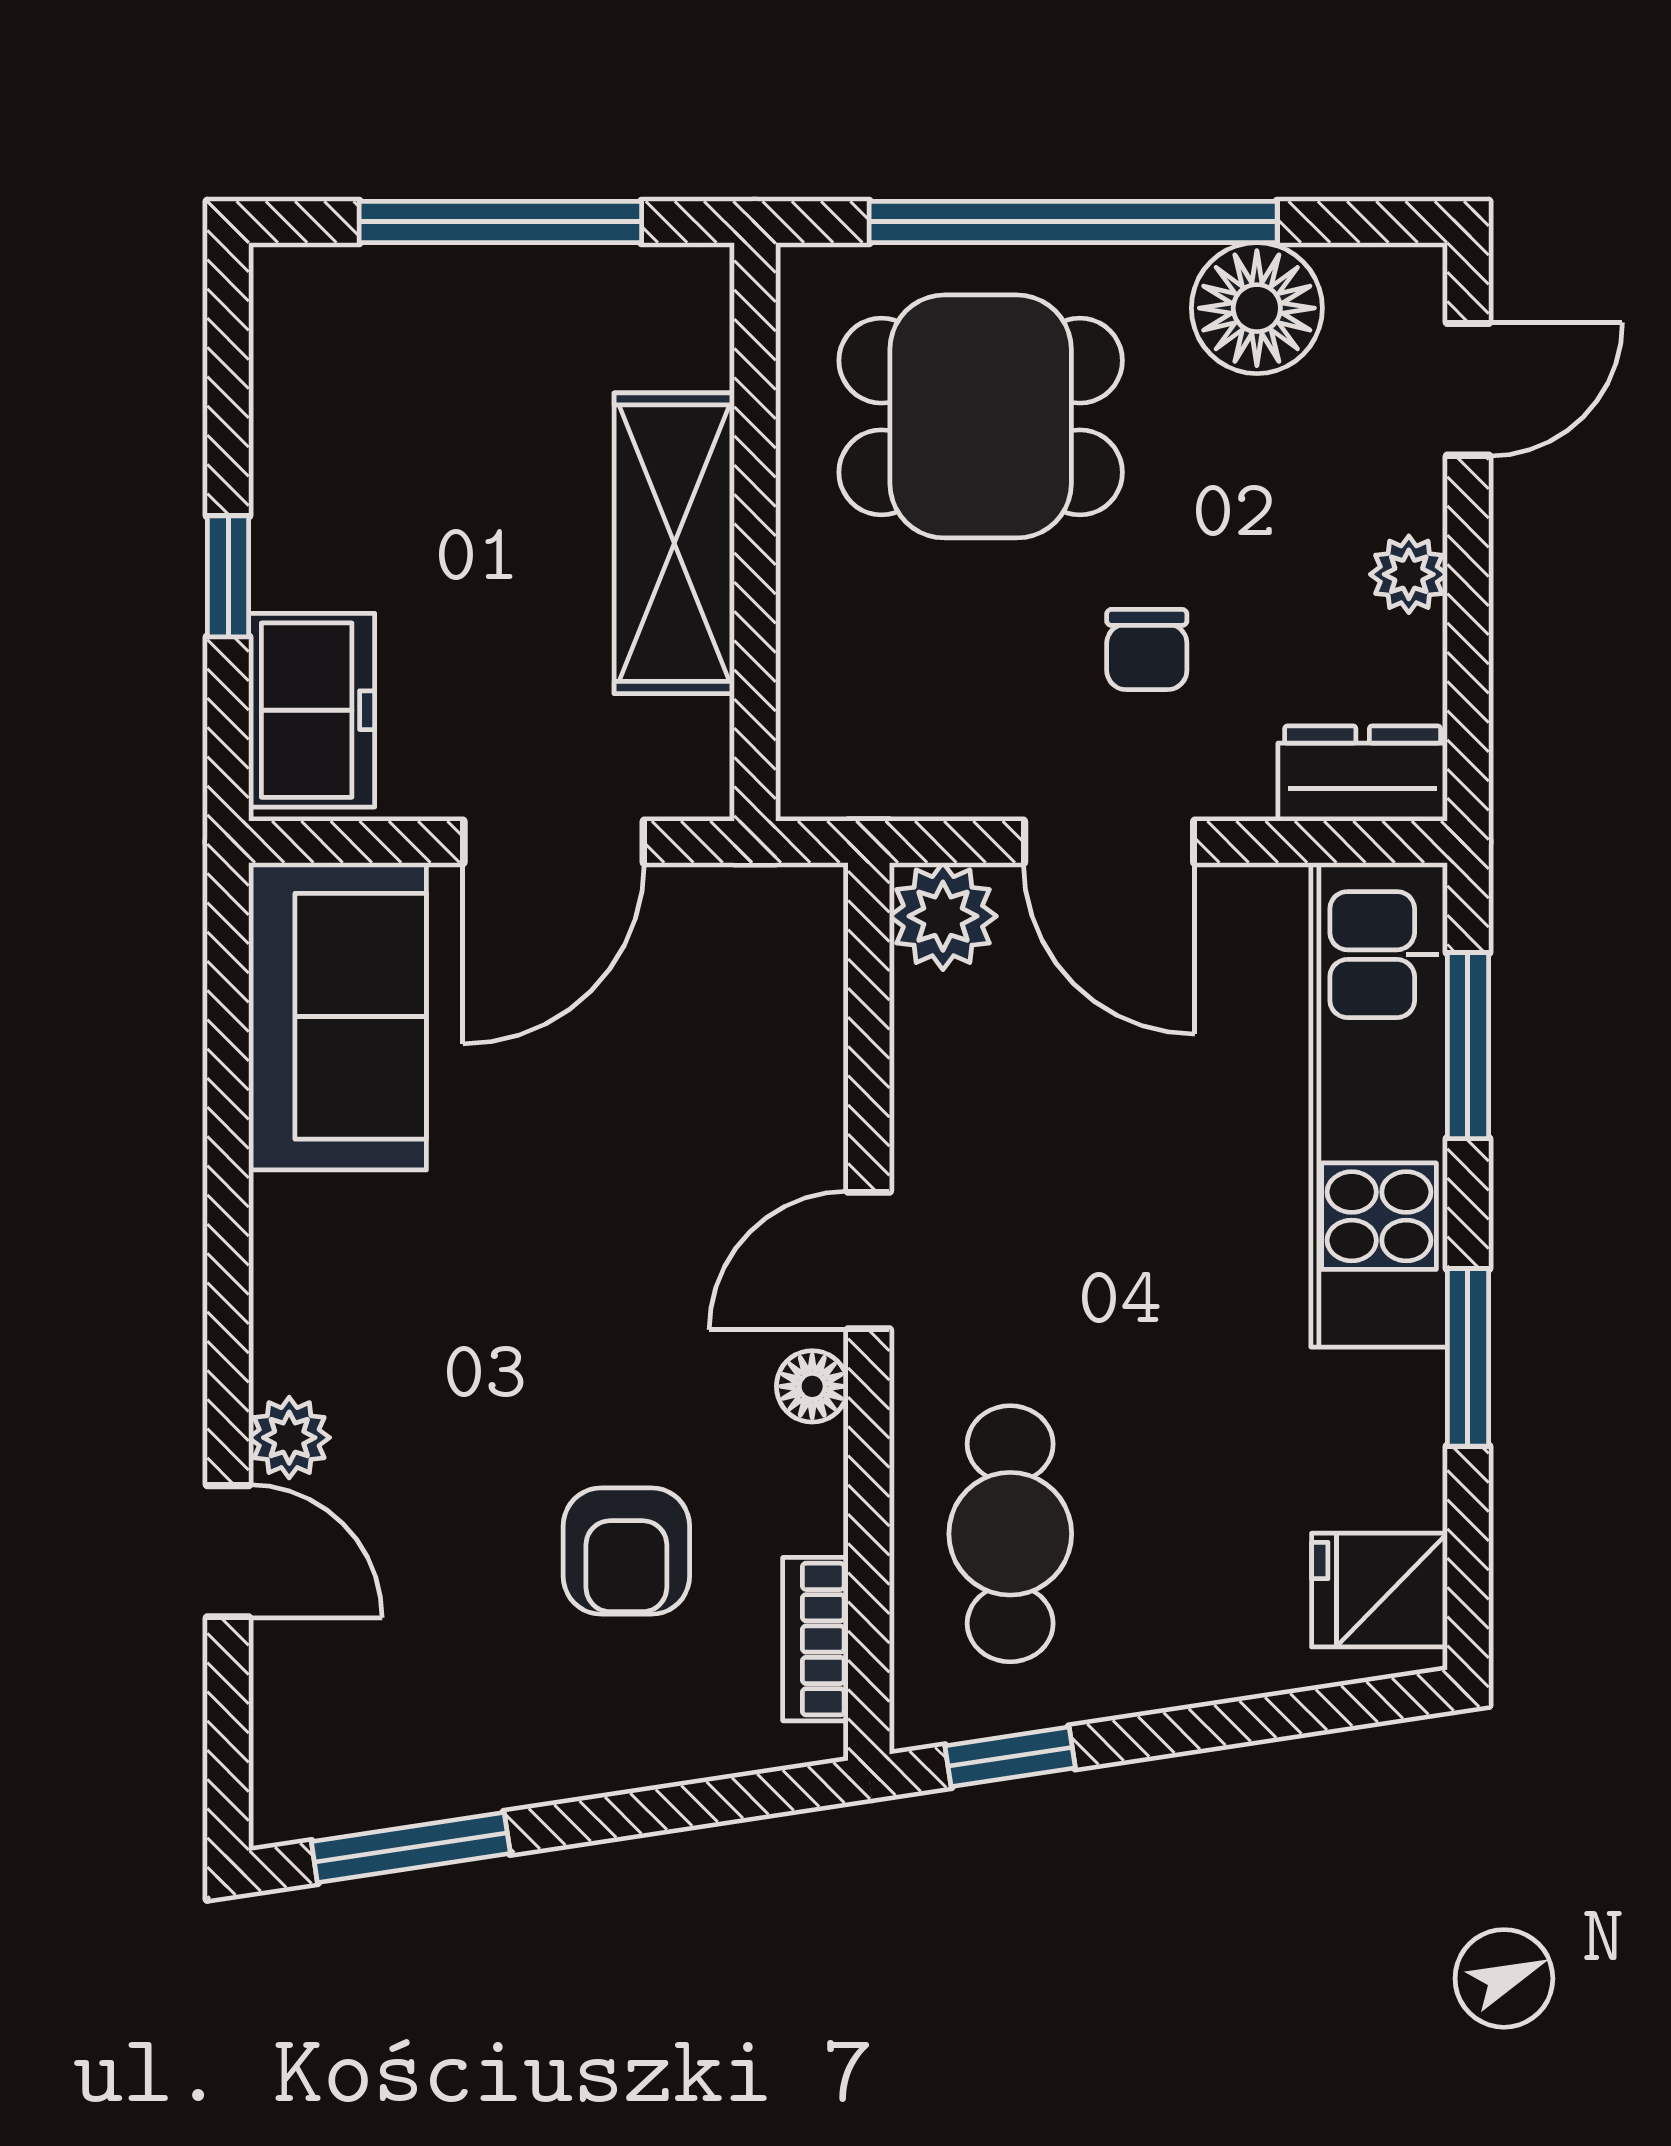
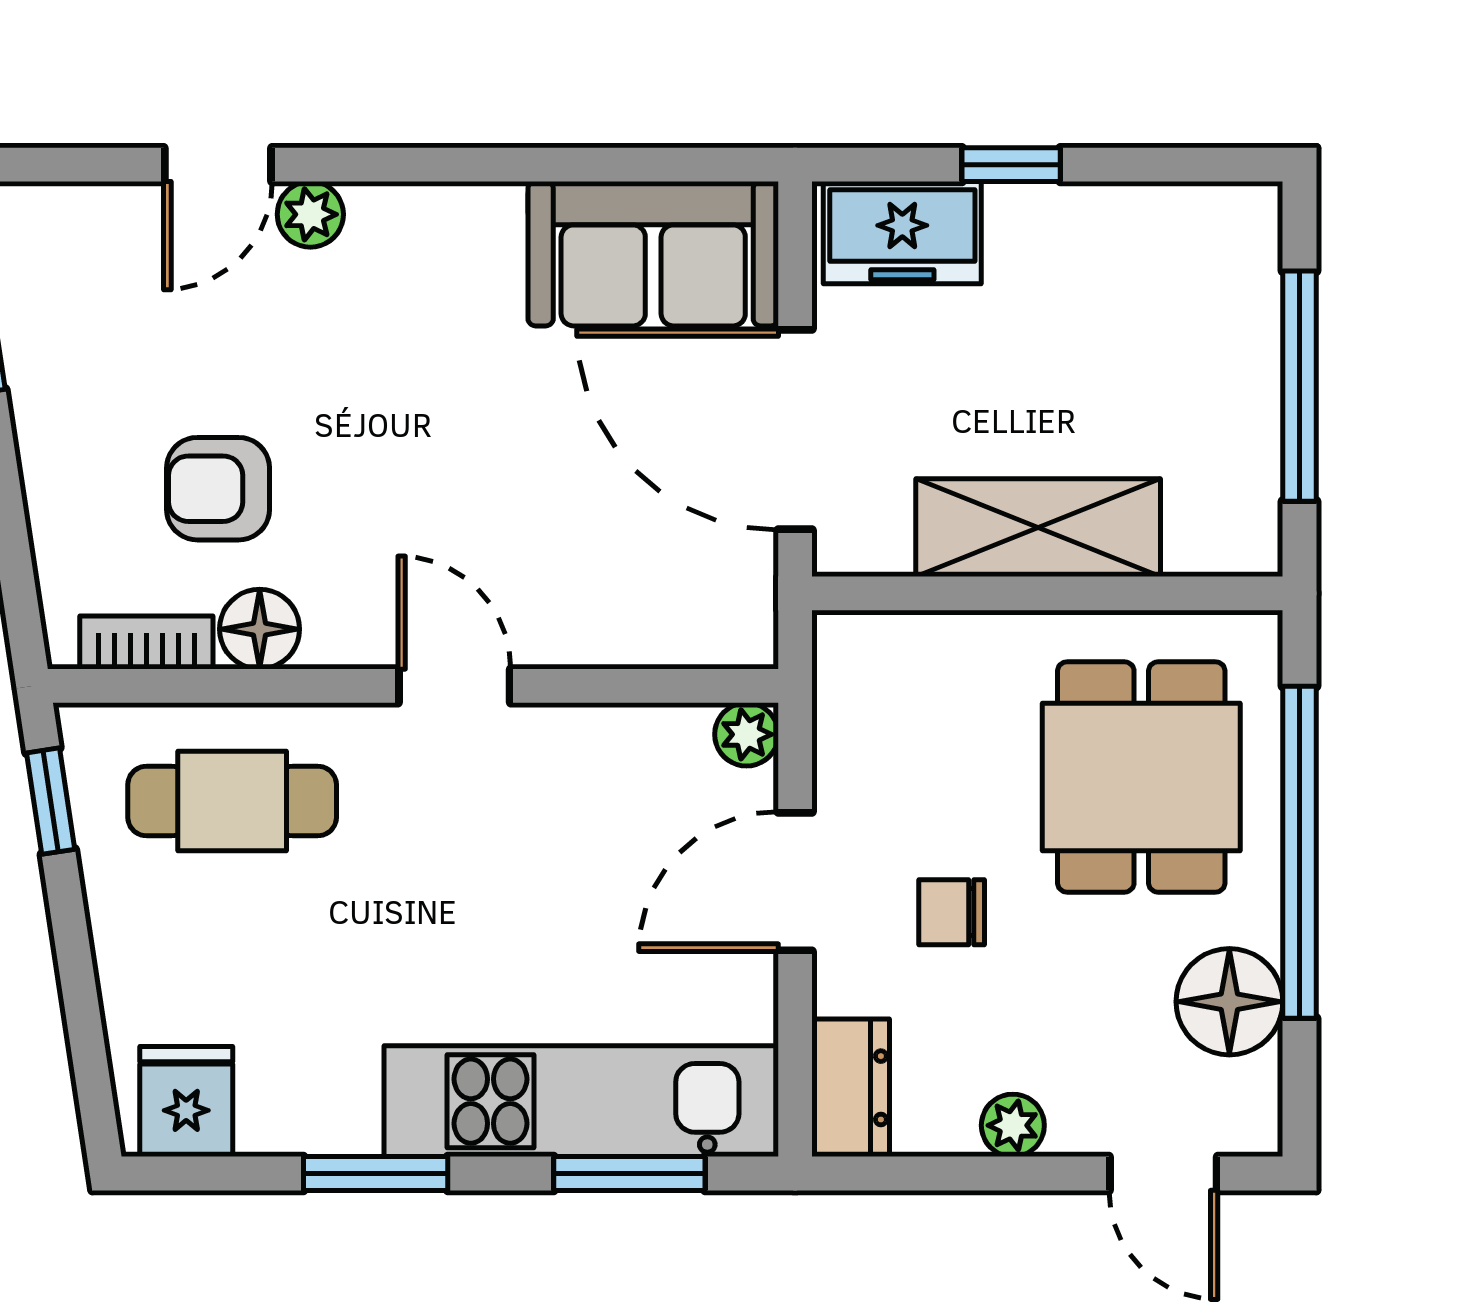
door: (554, 842) -> (795, 430), width x1.36
plant: (943, 916) -> (747, 734), width x0.73, depth x0.73
floor lamp: (812, 1386) -> (260, 629), moved, width x1.37, depth x1.37

